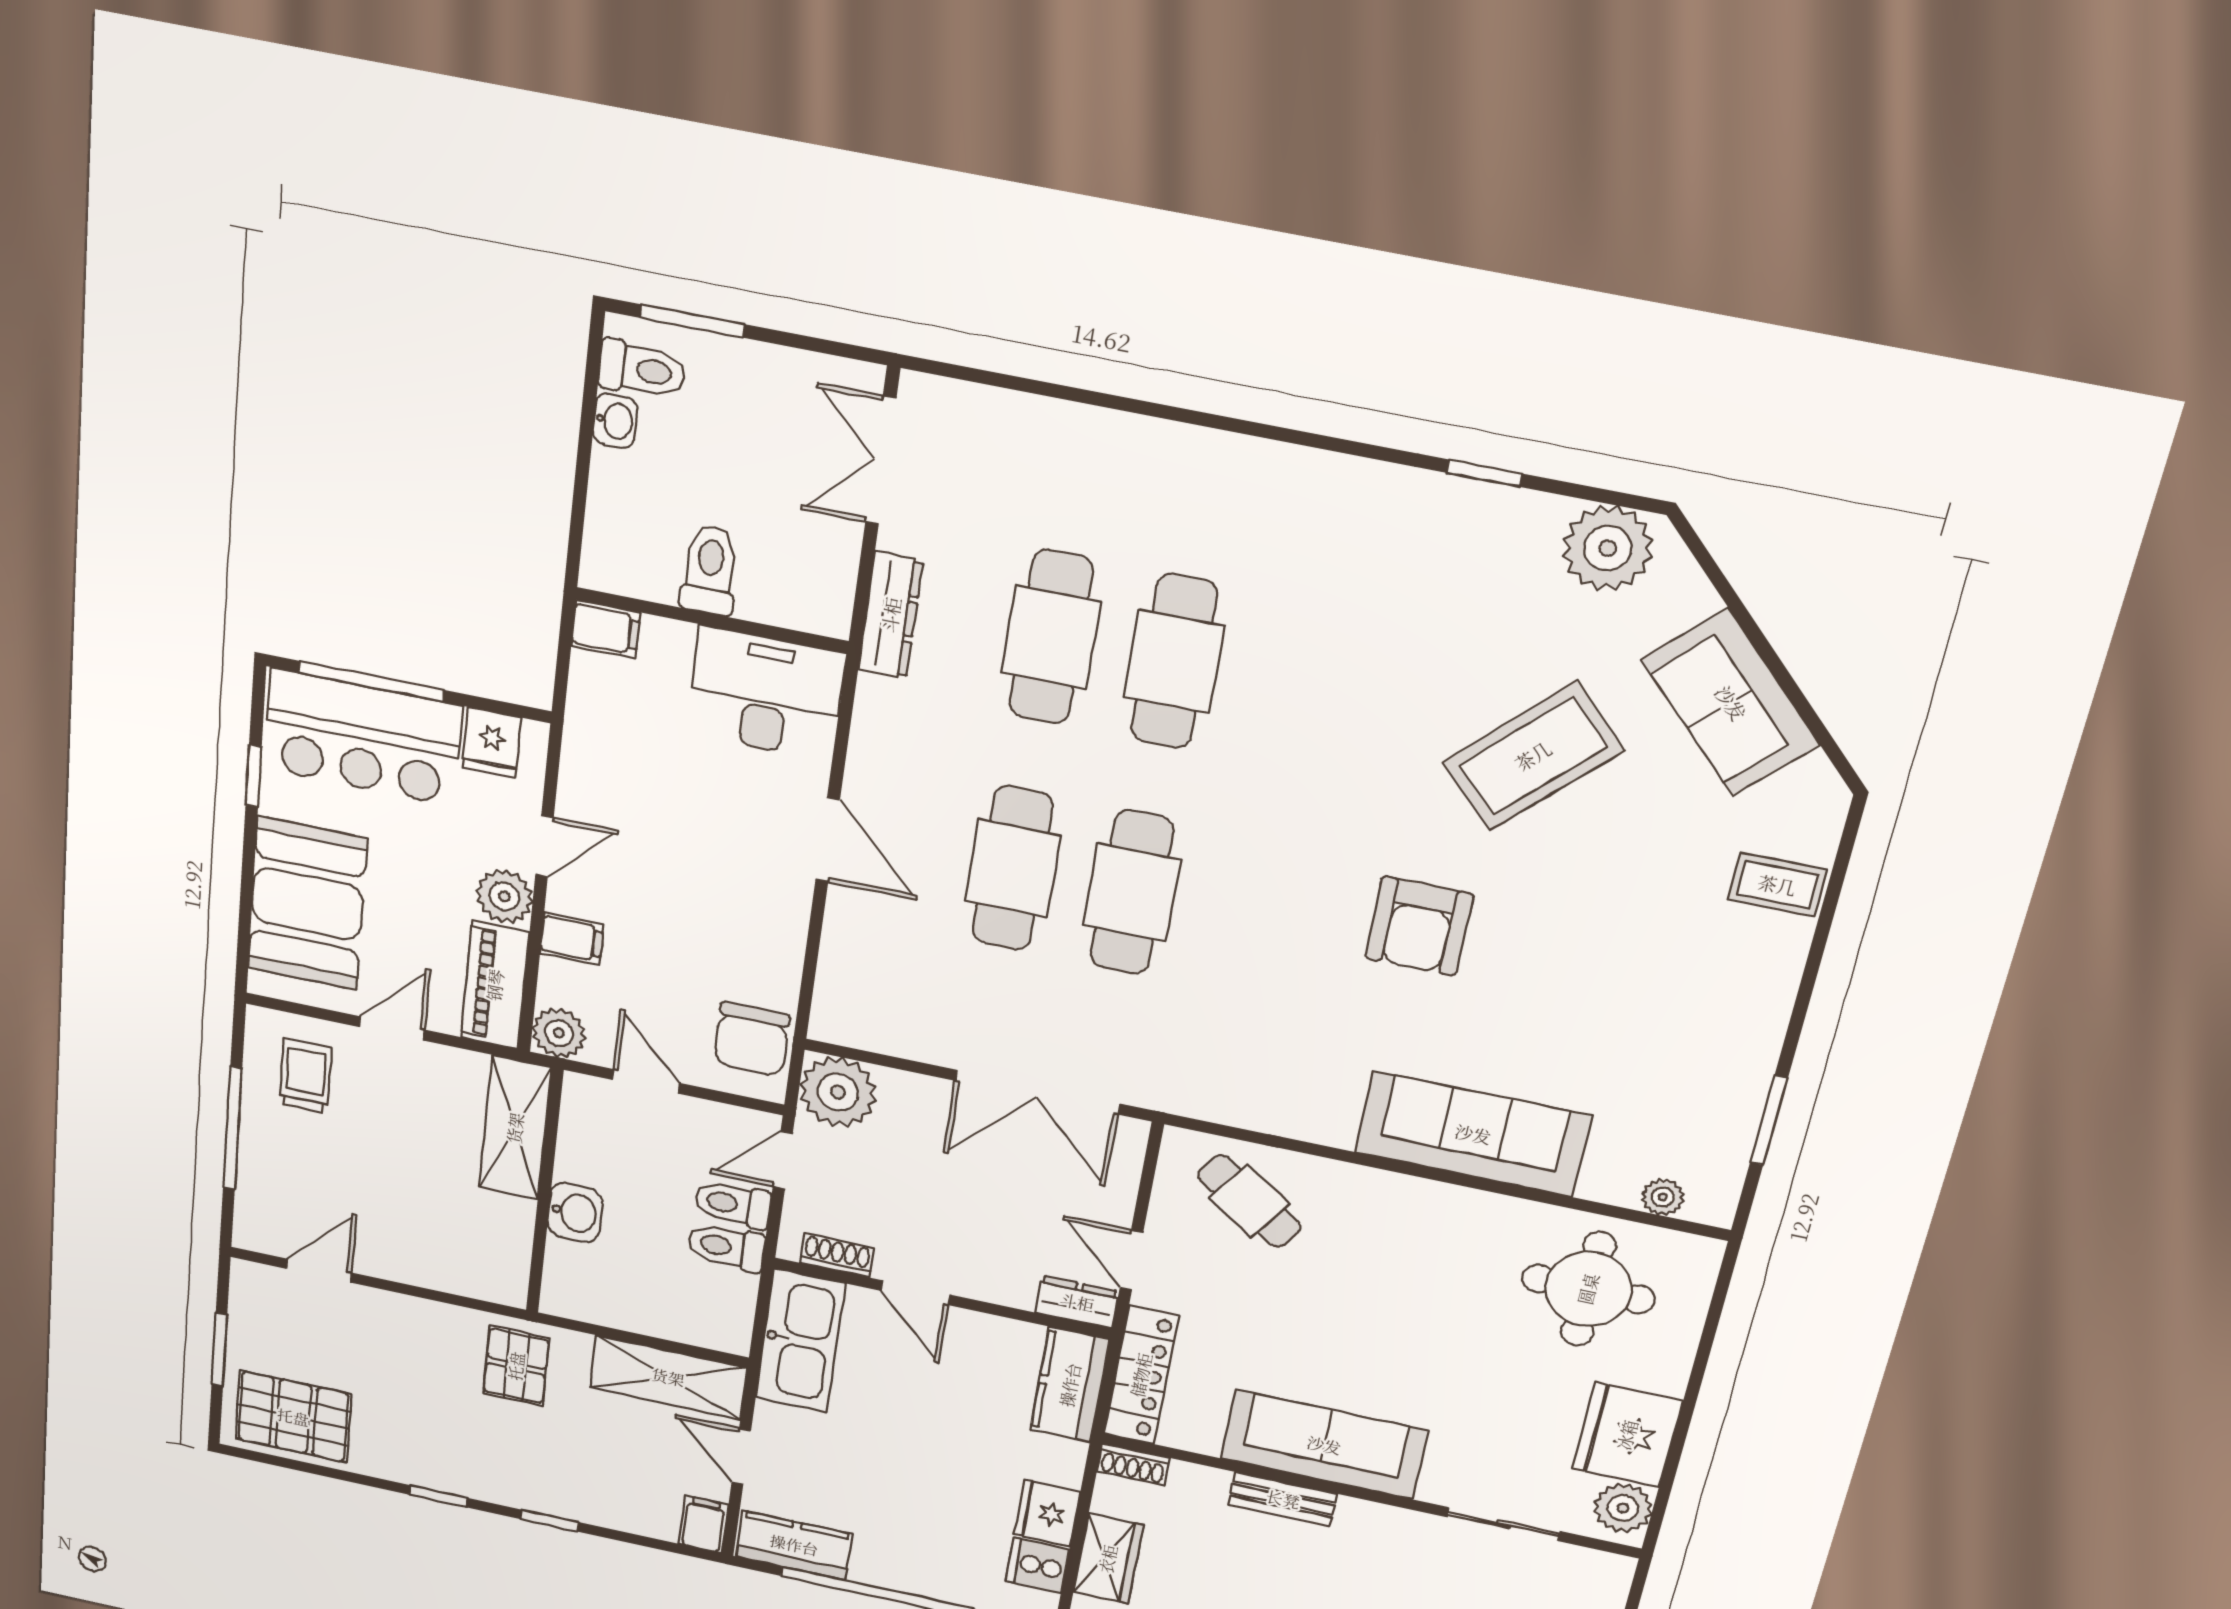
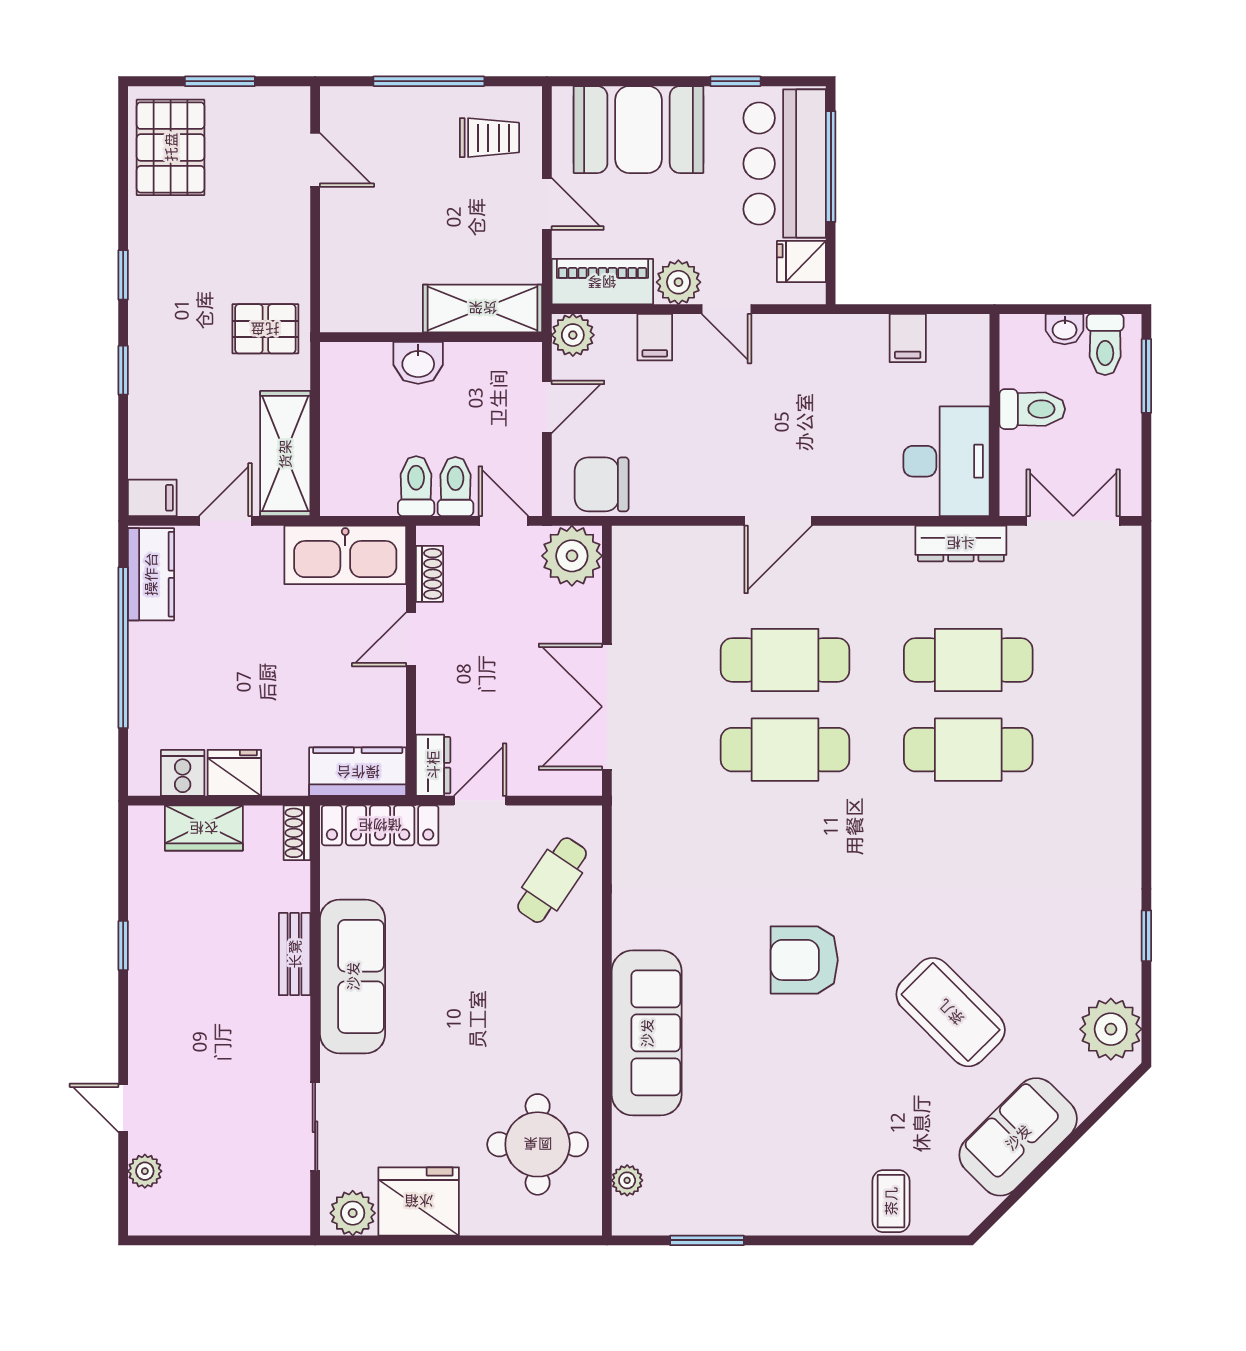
toilet: (710, 570) -> (1032, 409), moved
wall: (712, 620) -> (995, 415), moved
desk: (766, 694) -> (947, 461), moved

